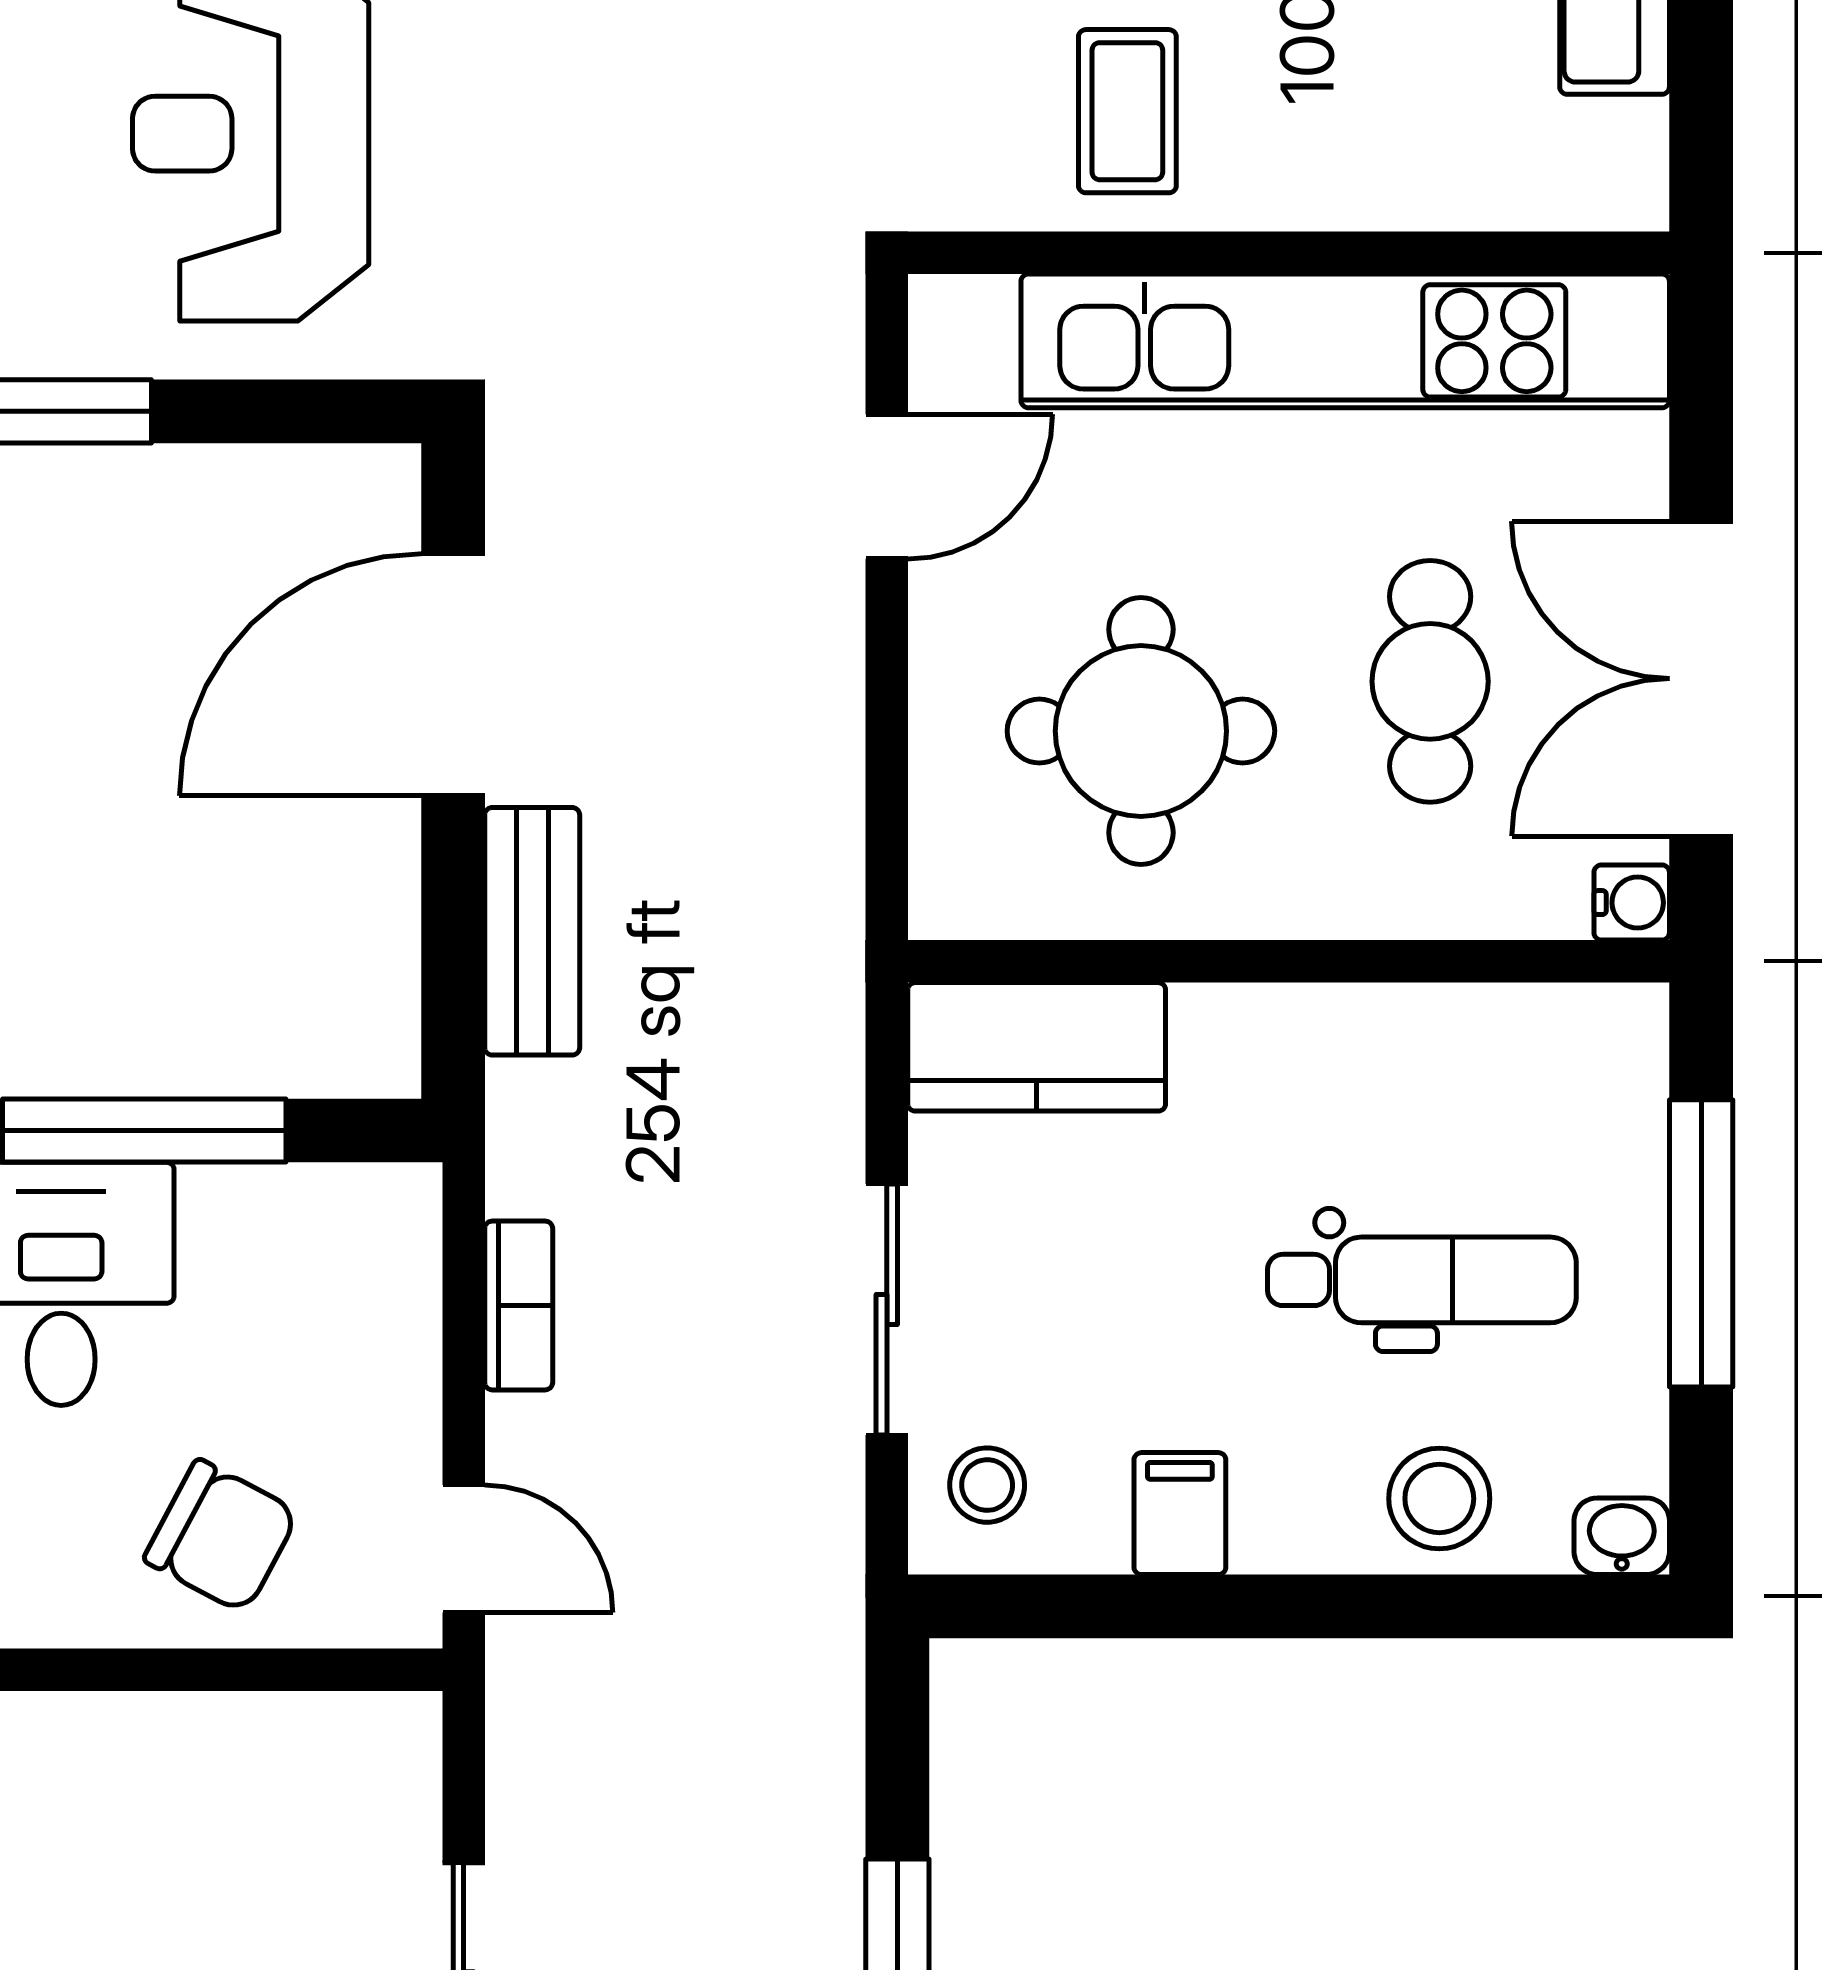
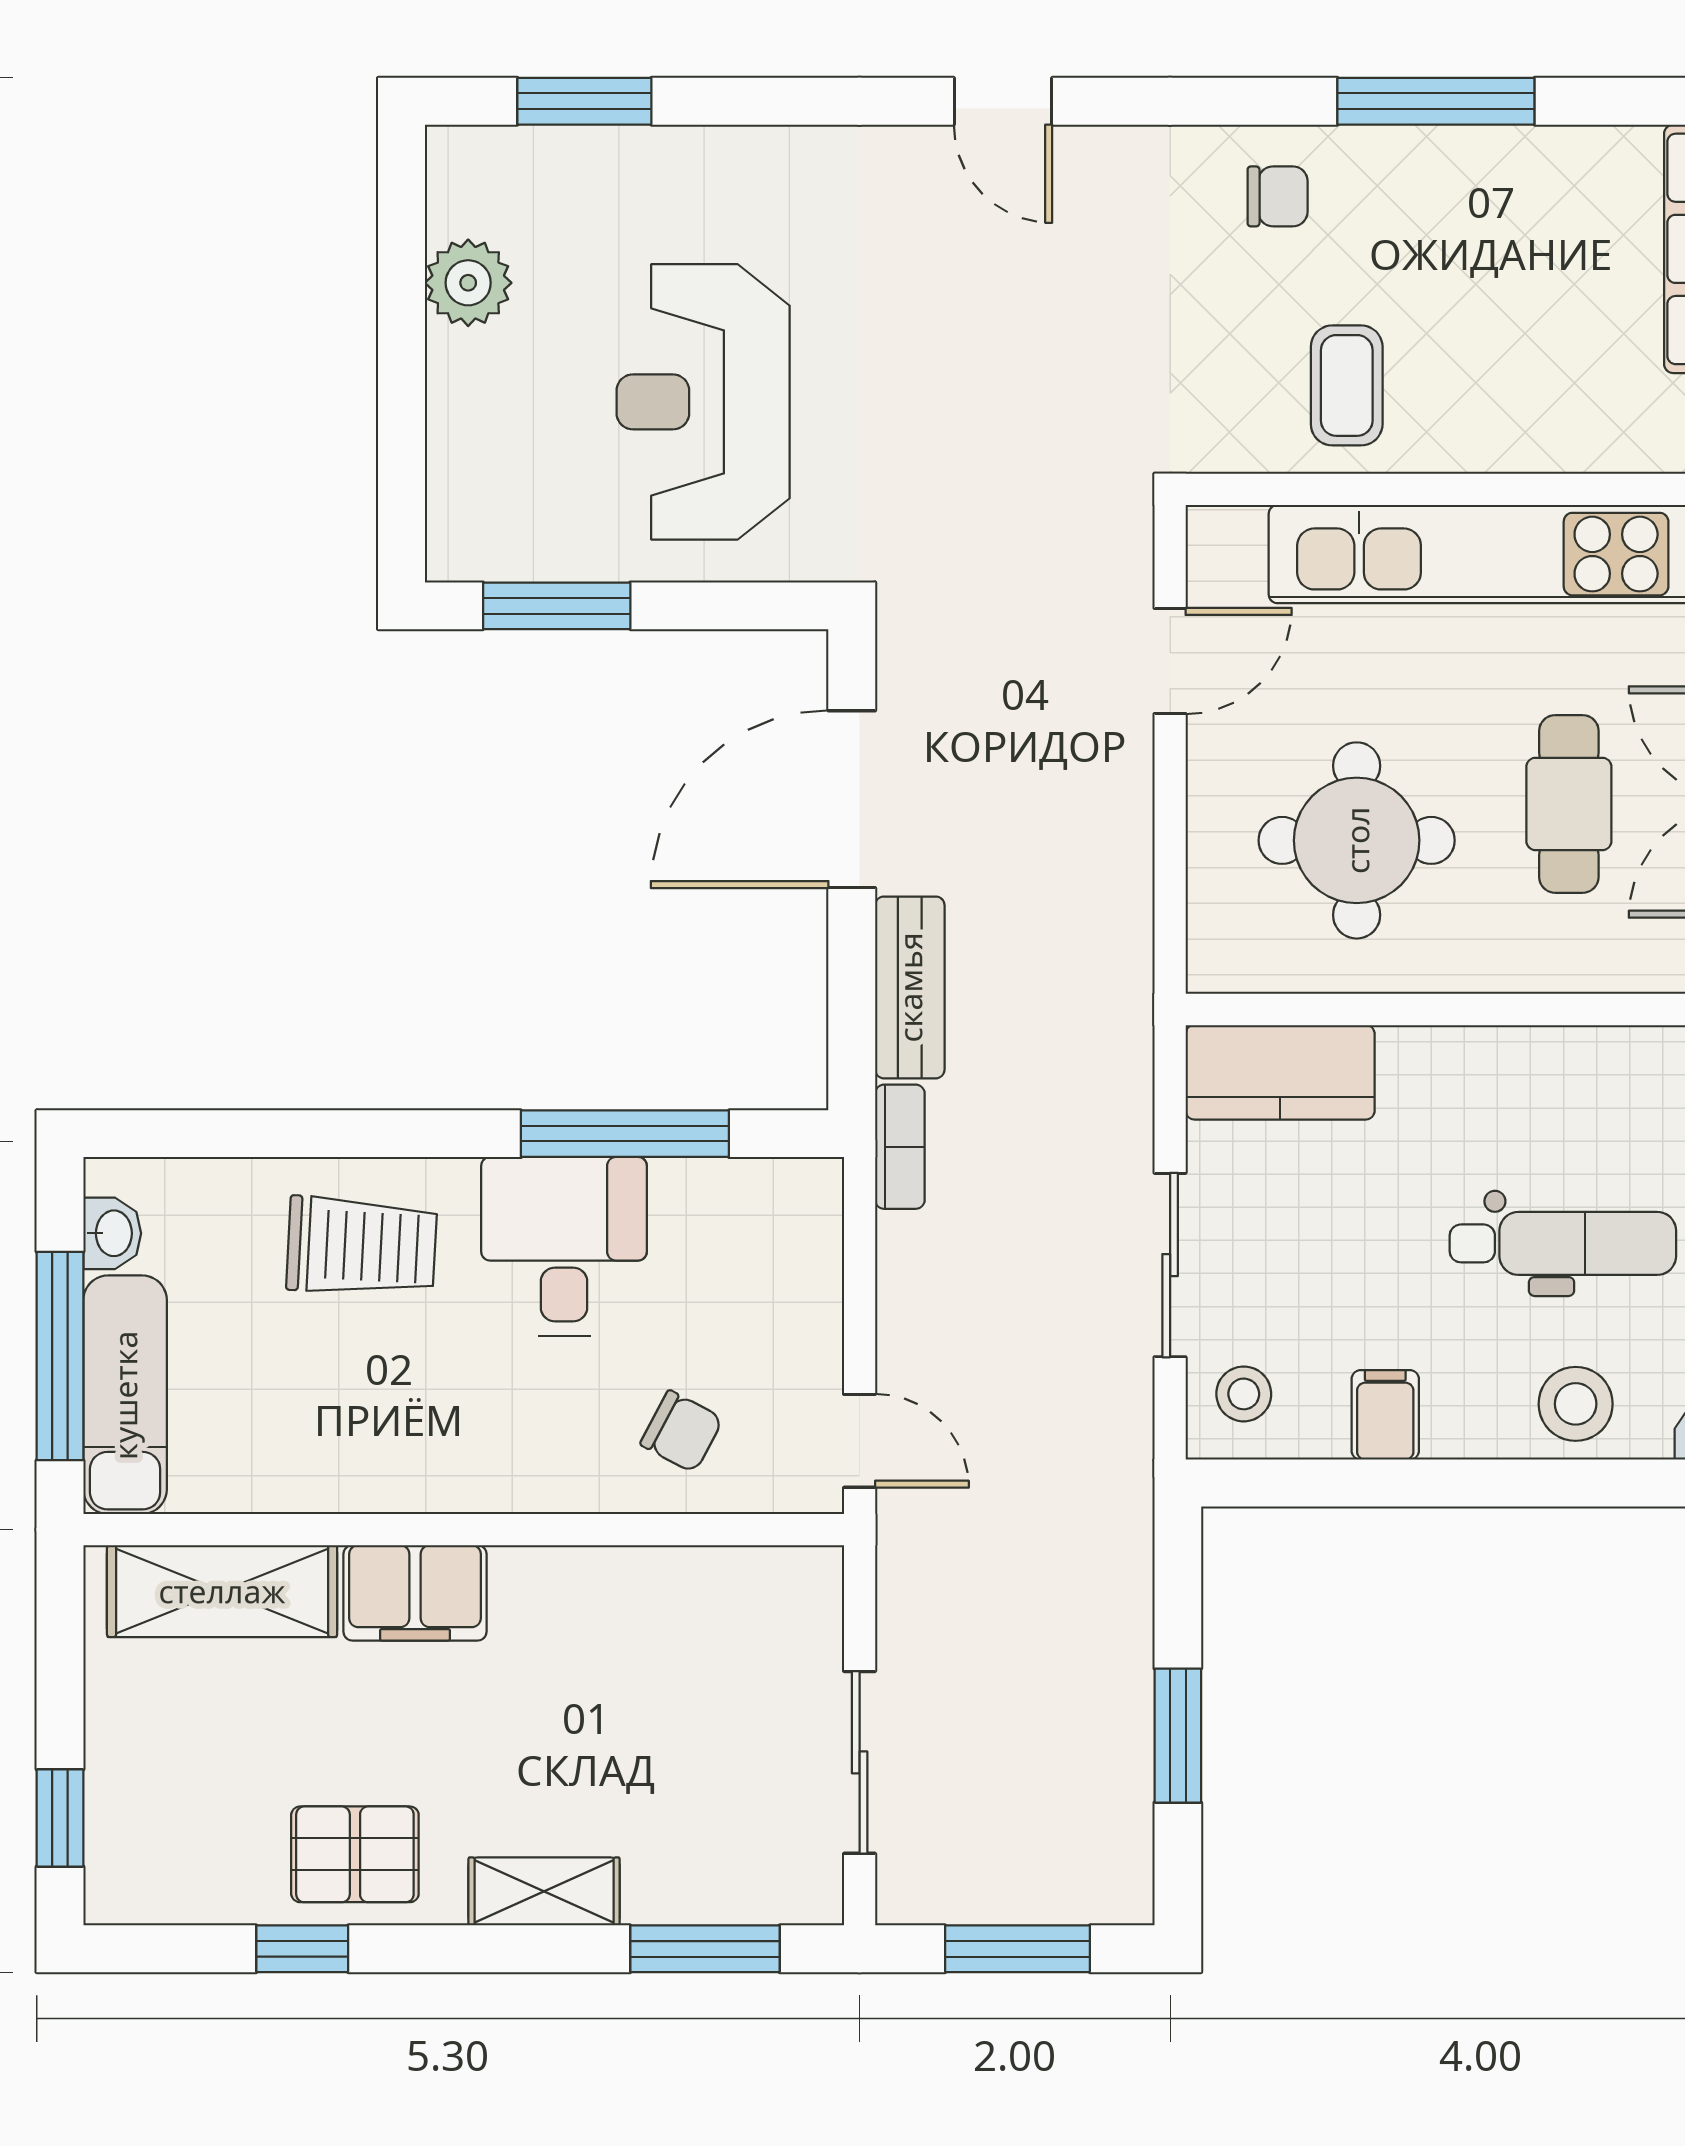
bookcase: (519, 1305) -> (900, 1147), moved
chair: (221, 1536) -> (682, 1431), width x0.73, depth x0.73

